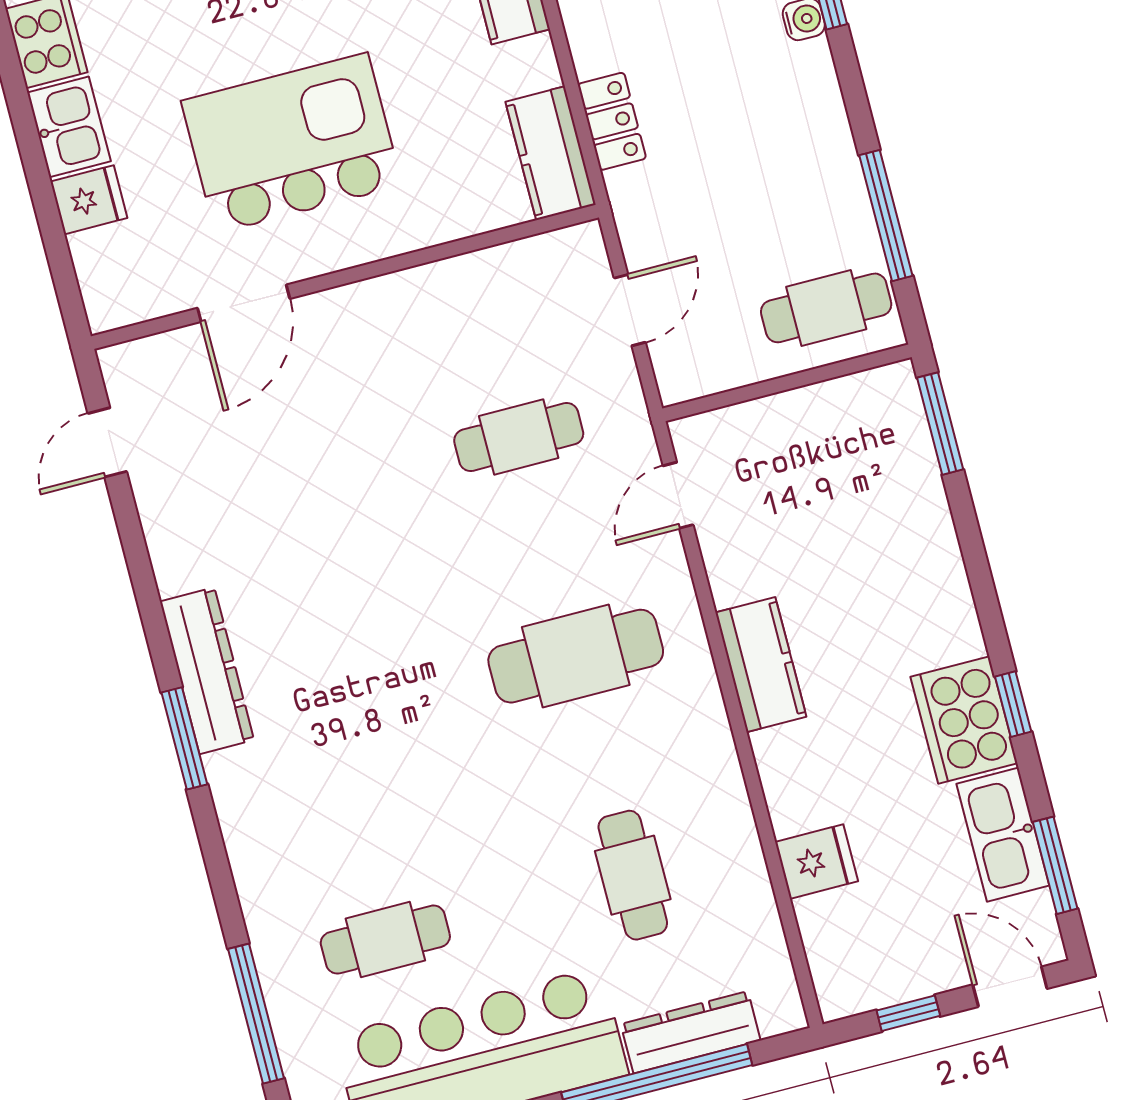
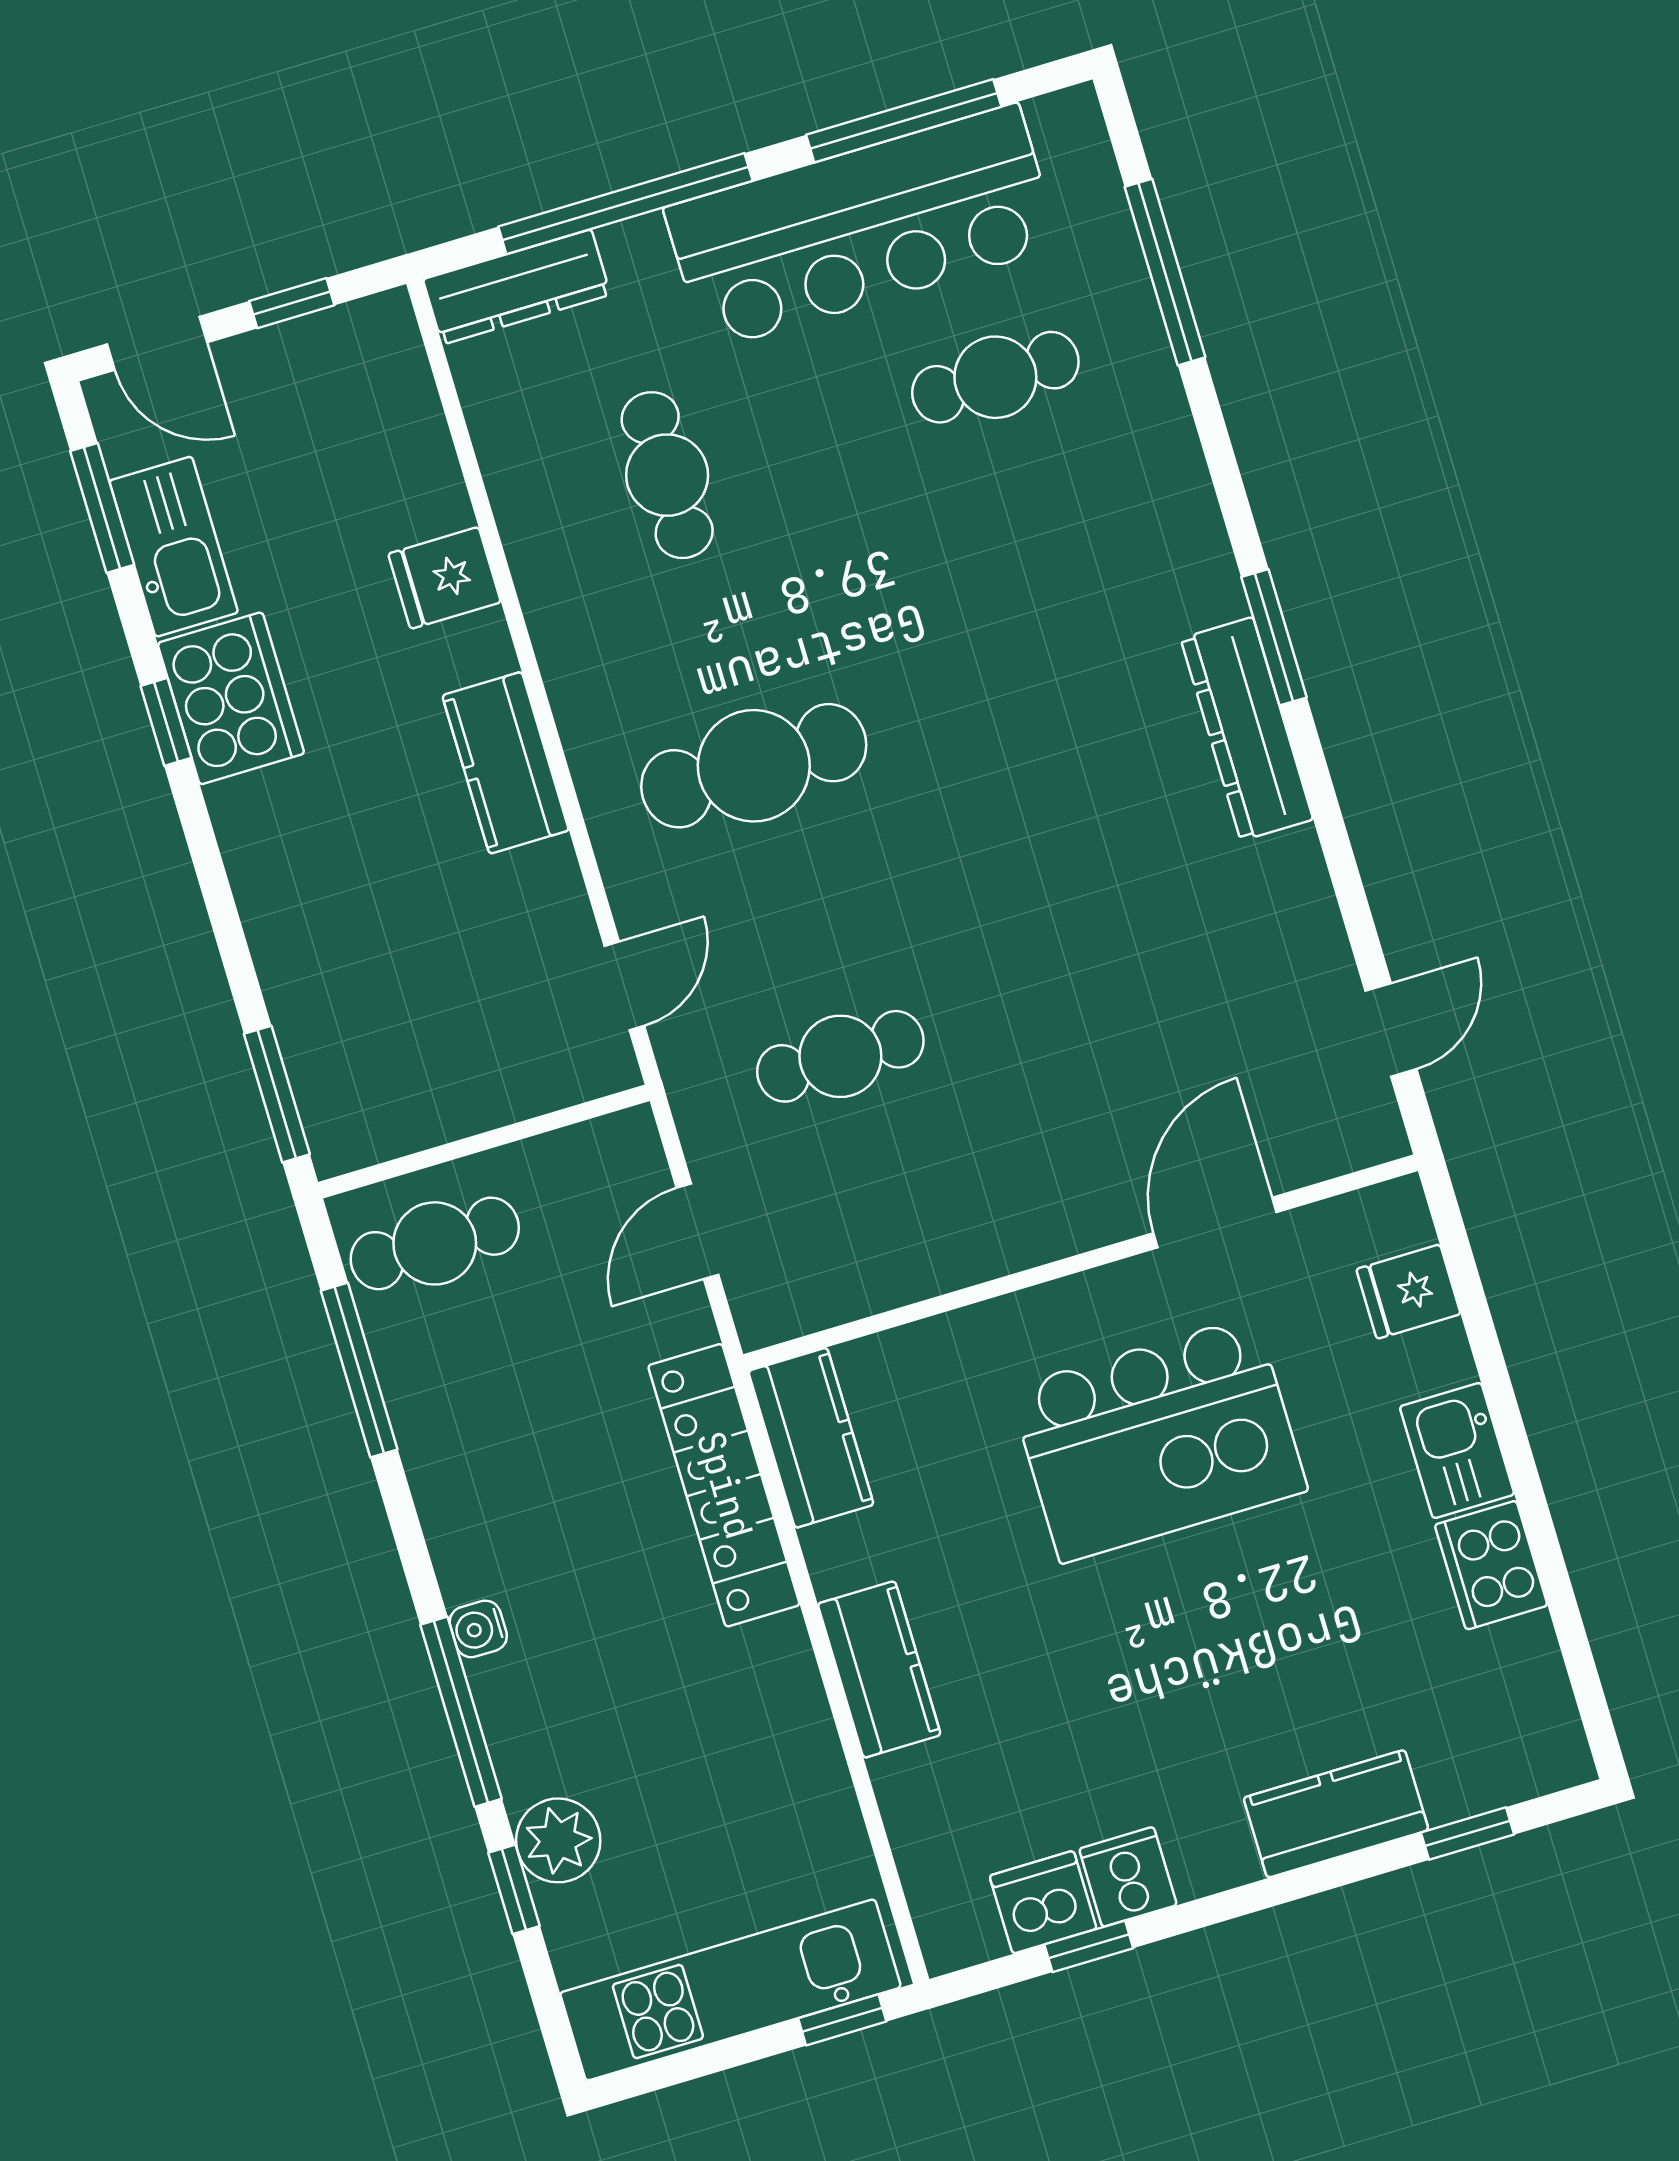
locker: (612, 121) -> (724, 1485), width x2.16, depth x1.21
fridge: (89, 200) -> (1408, 1292), moved
fridge: (816, 862) -> (445, 578), moved
dresser: (691, 1032) -> (517, 287), moved

